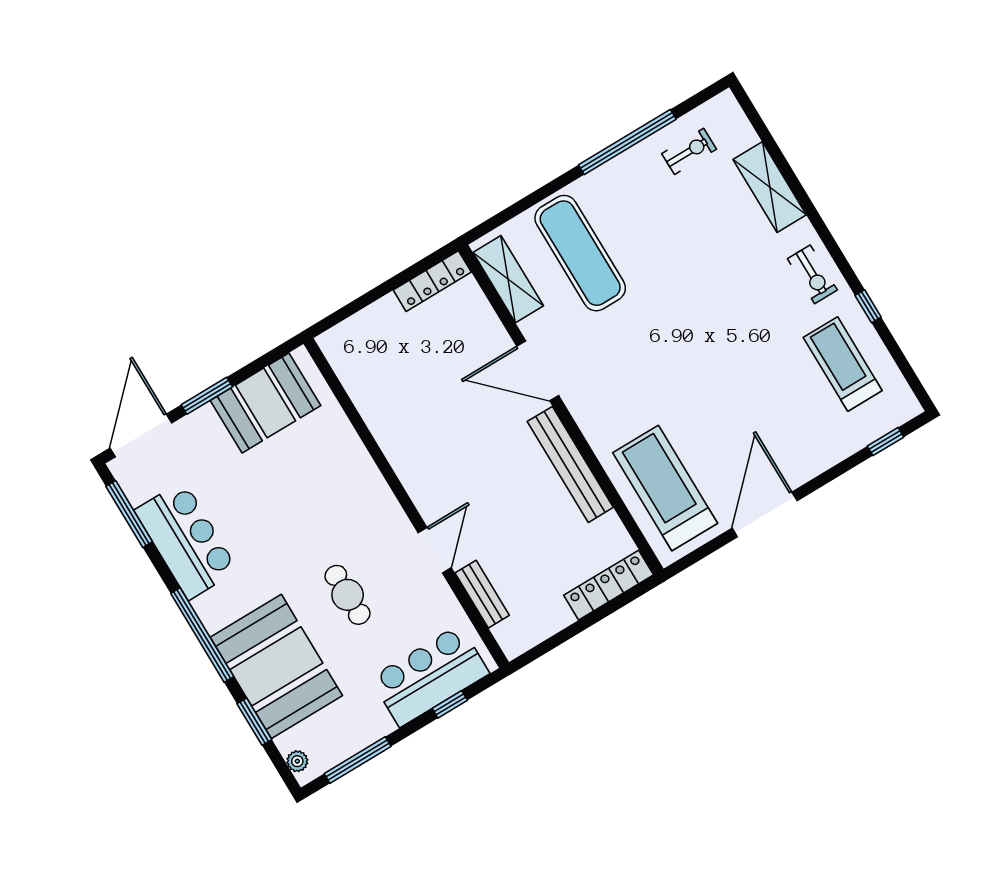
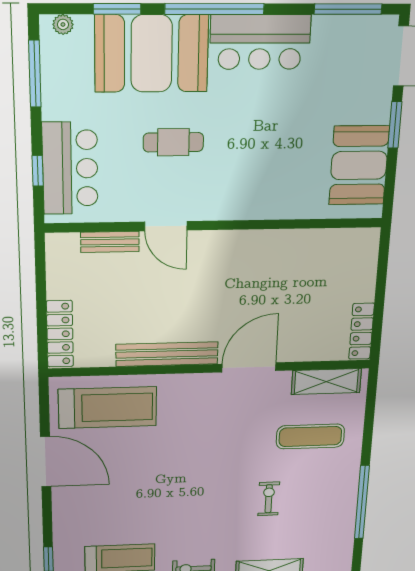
exercise bike: (689, 151) -> (269, 499), moved, turned 180
exercise mat: (580, 253) -> (310, 436), width x0.73, depth x0.69
bar counter: (186, 540) -> (260, 42), moved

